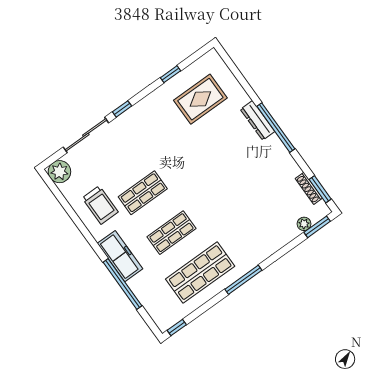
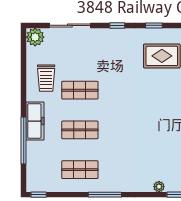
window: (122, 109) -> (117, 25), moved
plant: (304, 224) -> (159, 187), moved
shop shelf: (200, 273) -> (80, 170), width x0.70, depth x0.74

